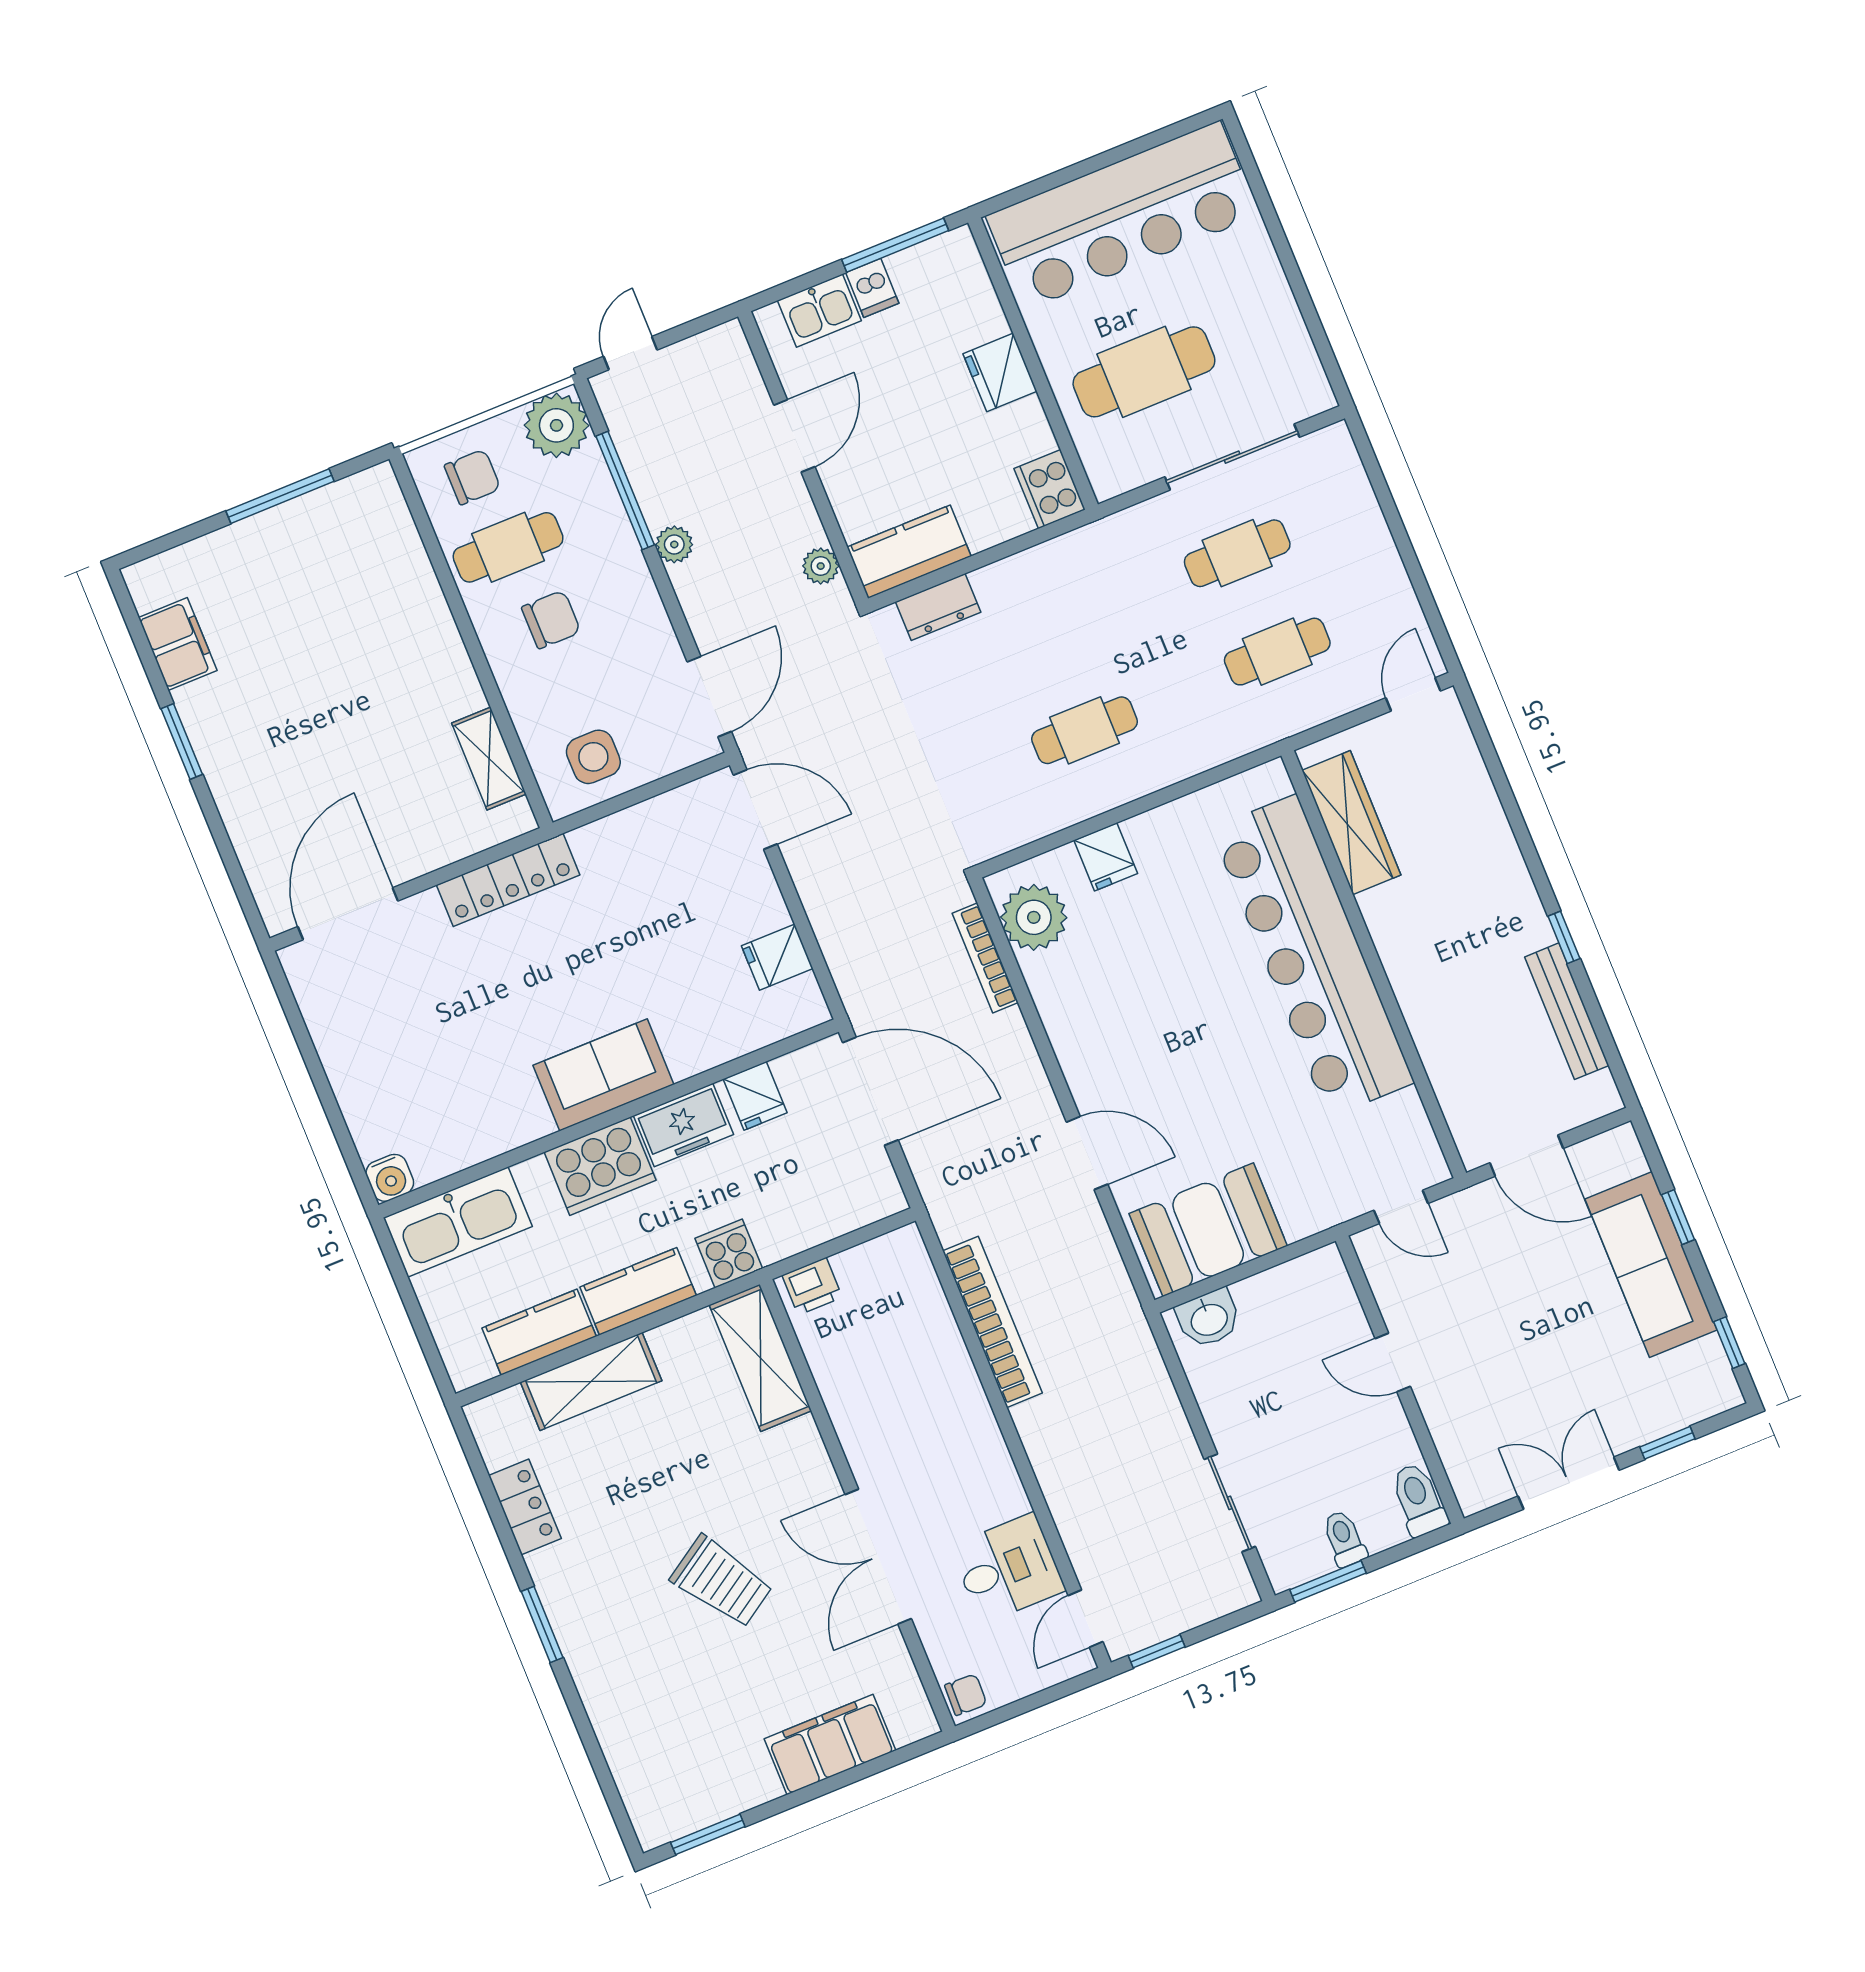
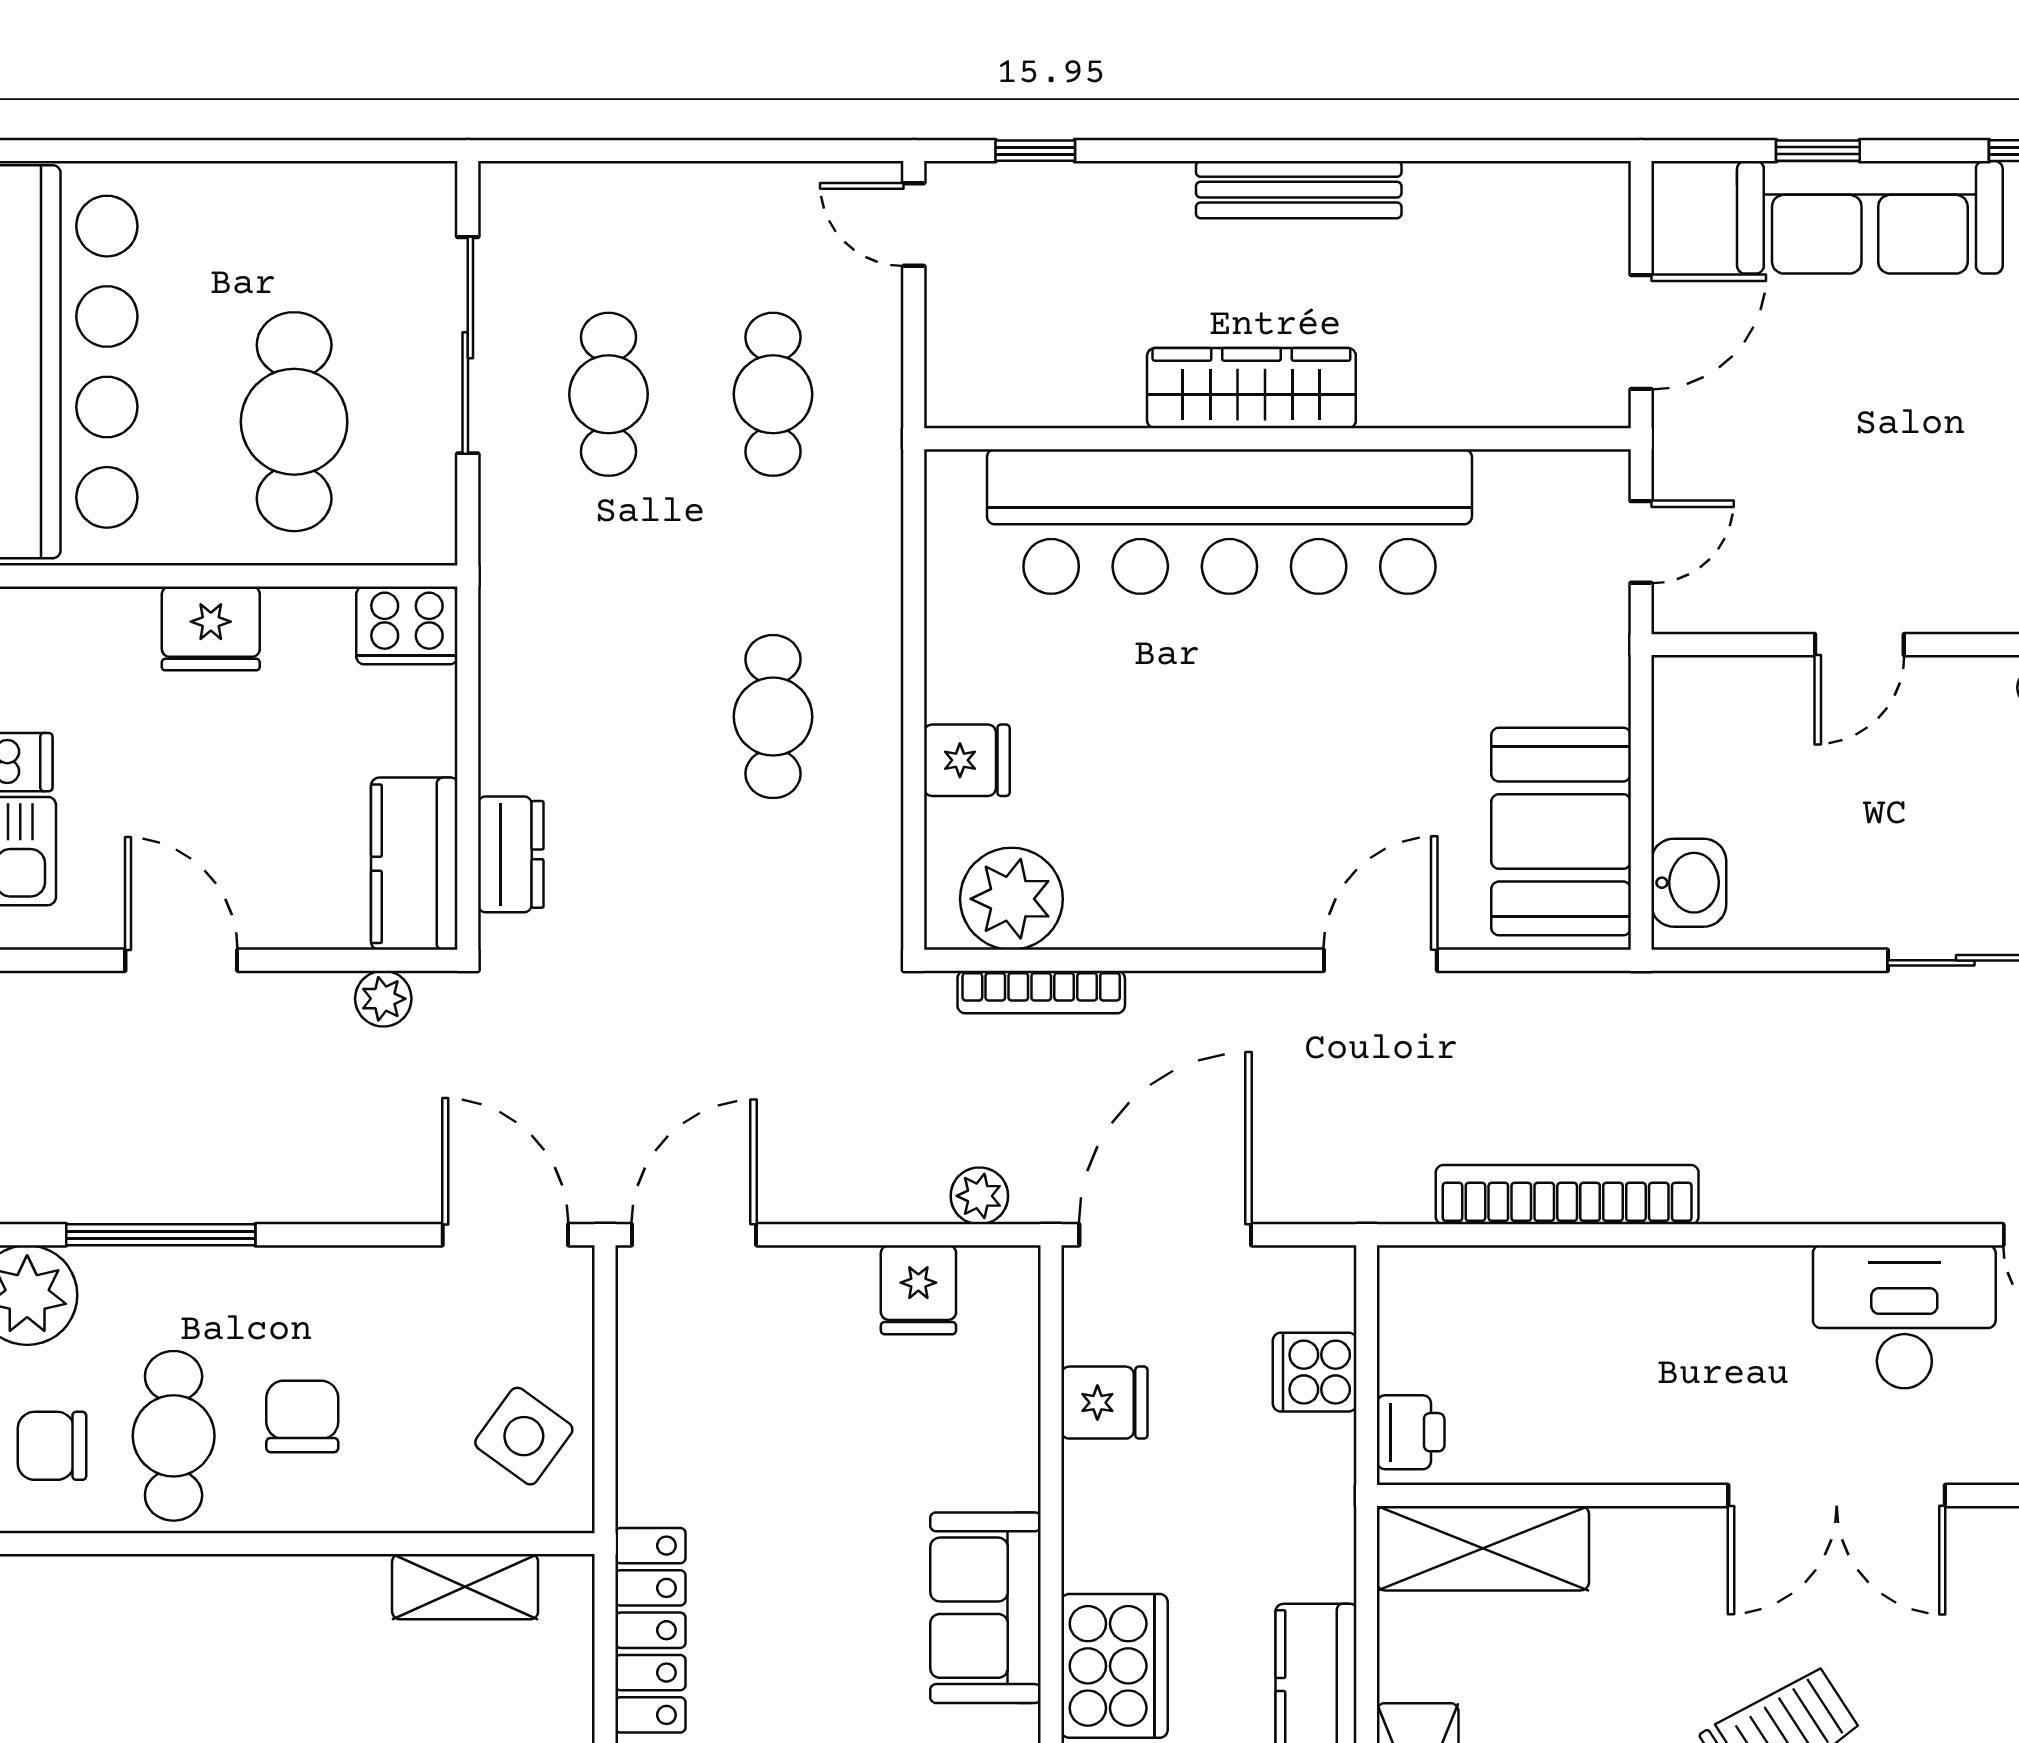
chair: (472, 477) -> (52, 1446), turned -90
plant: (674, 544) -> (979, 1196), moved
side table: (593, 757) -> (524, 1436), turned 36
wardrobe: (1351, 823) -> (1251, 388), moved
window: (1564, 937) -> (1035, 151), moved
bench: (1567, 1011) -> (1299, 190), moved
freezer: (684, 1125) -> (1104, 1522), removed
cooker: (729, 1253) -> (1315, 1372), moved
desk: (1008, 1568) -> (1904, 1317), width x1.37

